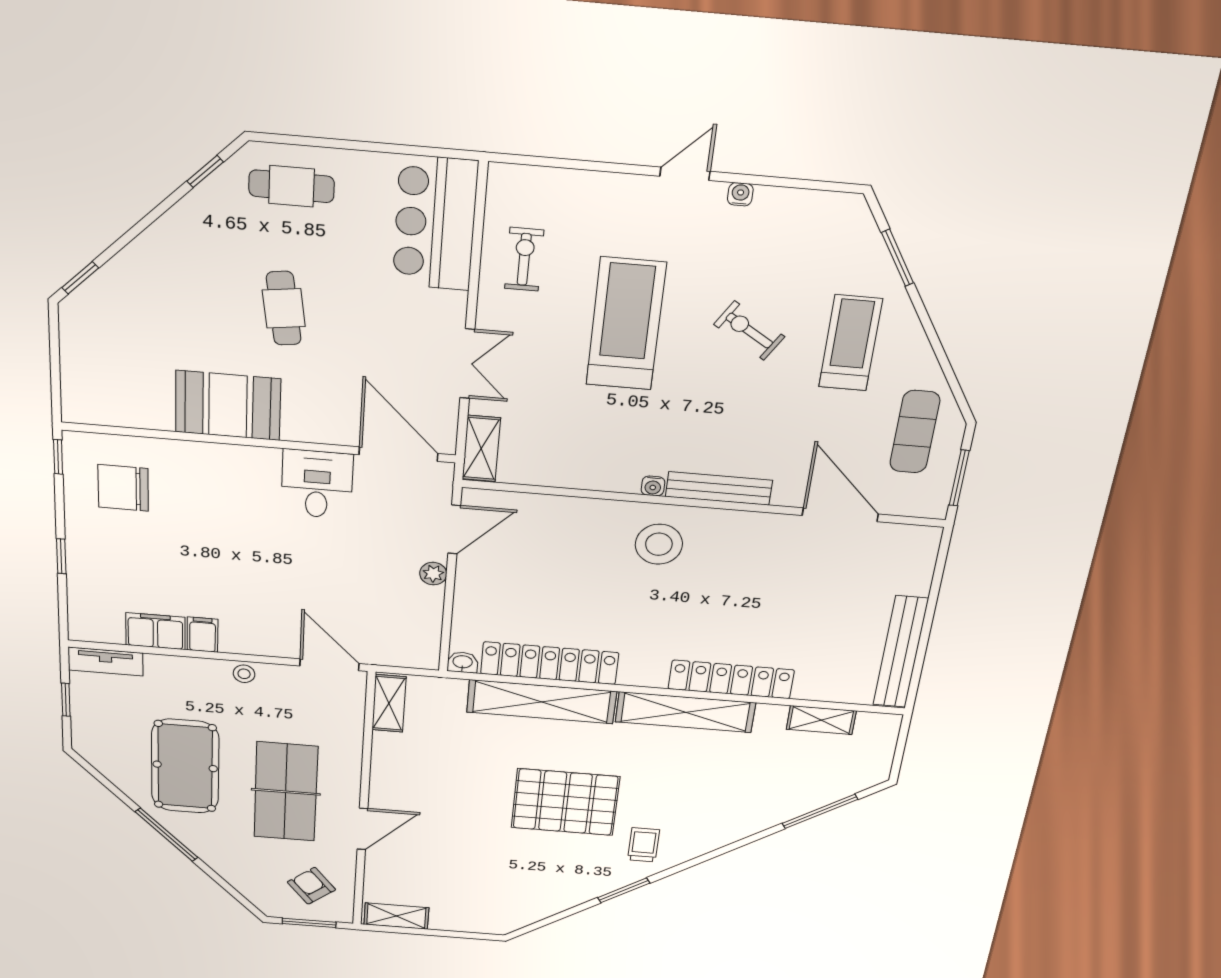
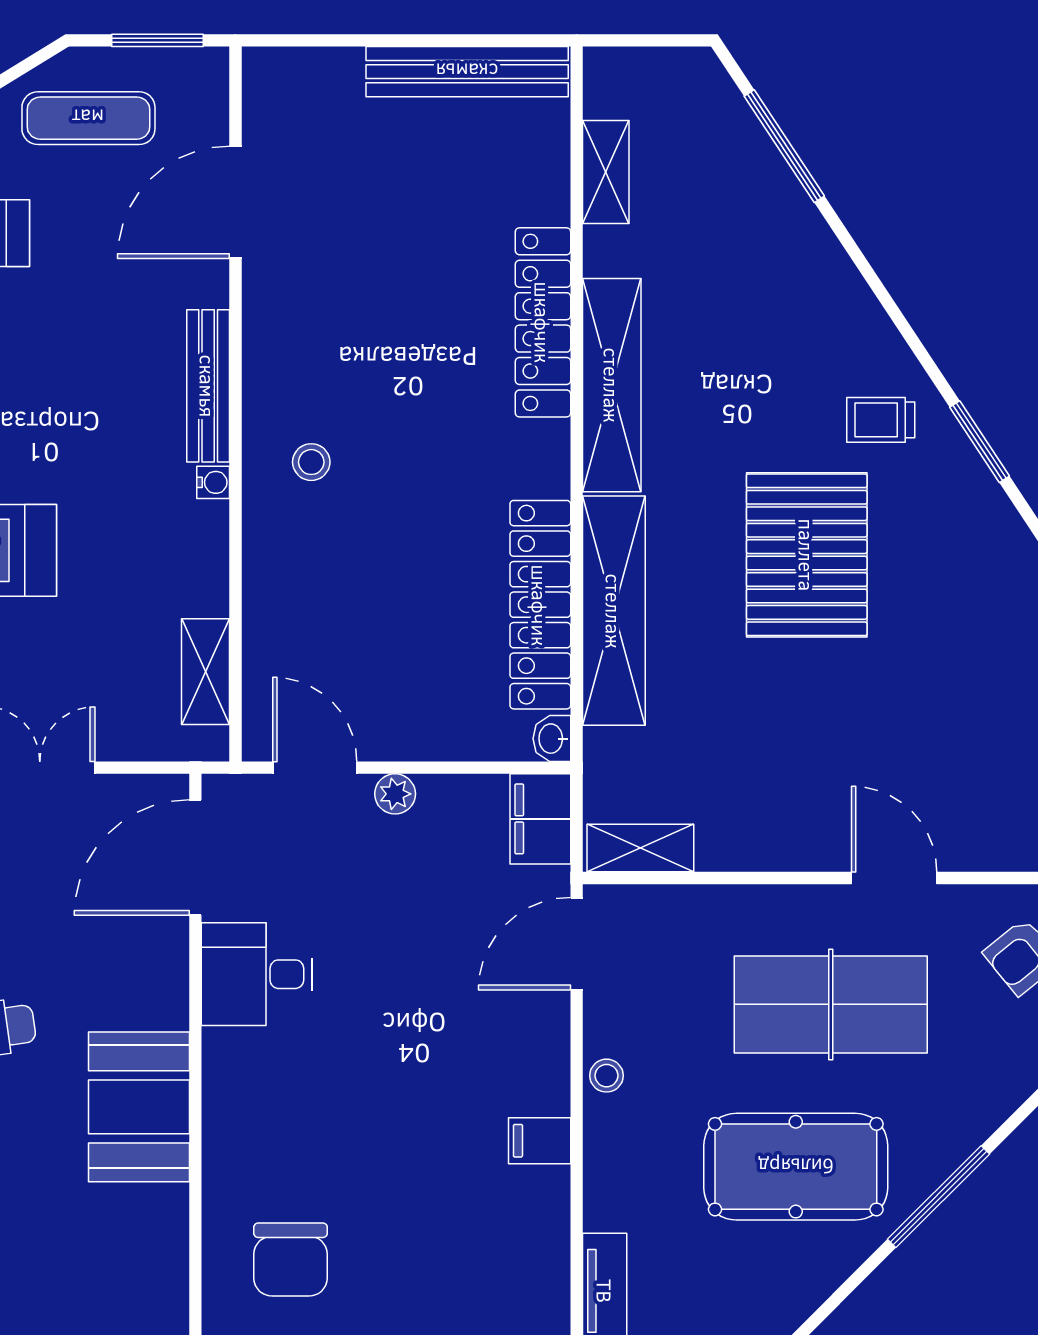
shelving: (481, 448) -> (206, 672), moved, turned 90
stool: (659, 544) -> (311, 462), width x0.53, depth x0.53
filing cabinet: (155, 631) -> (540, 819), moved

